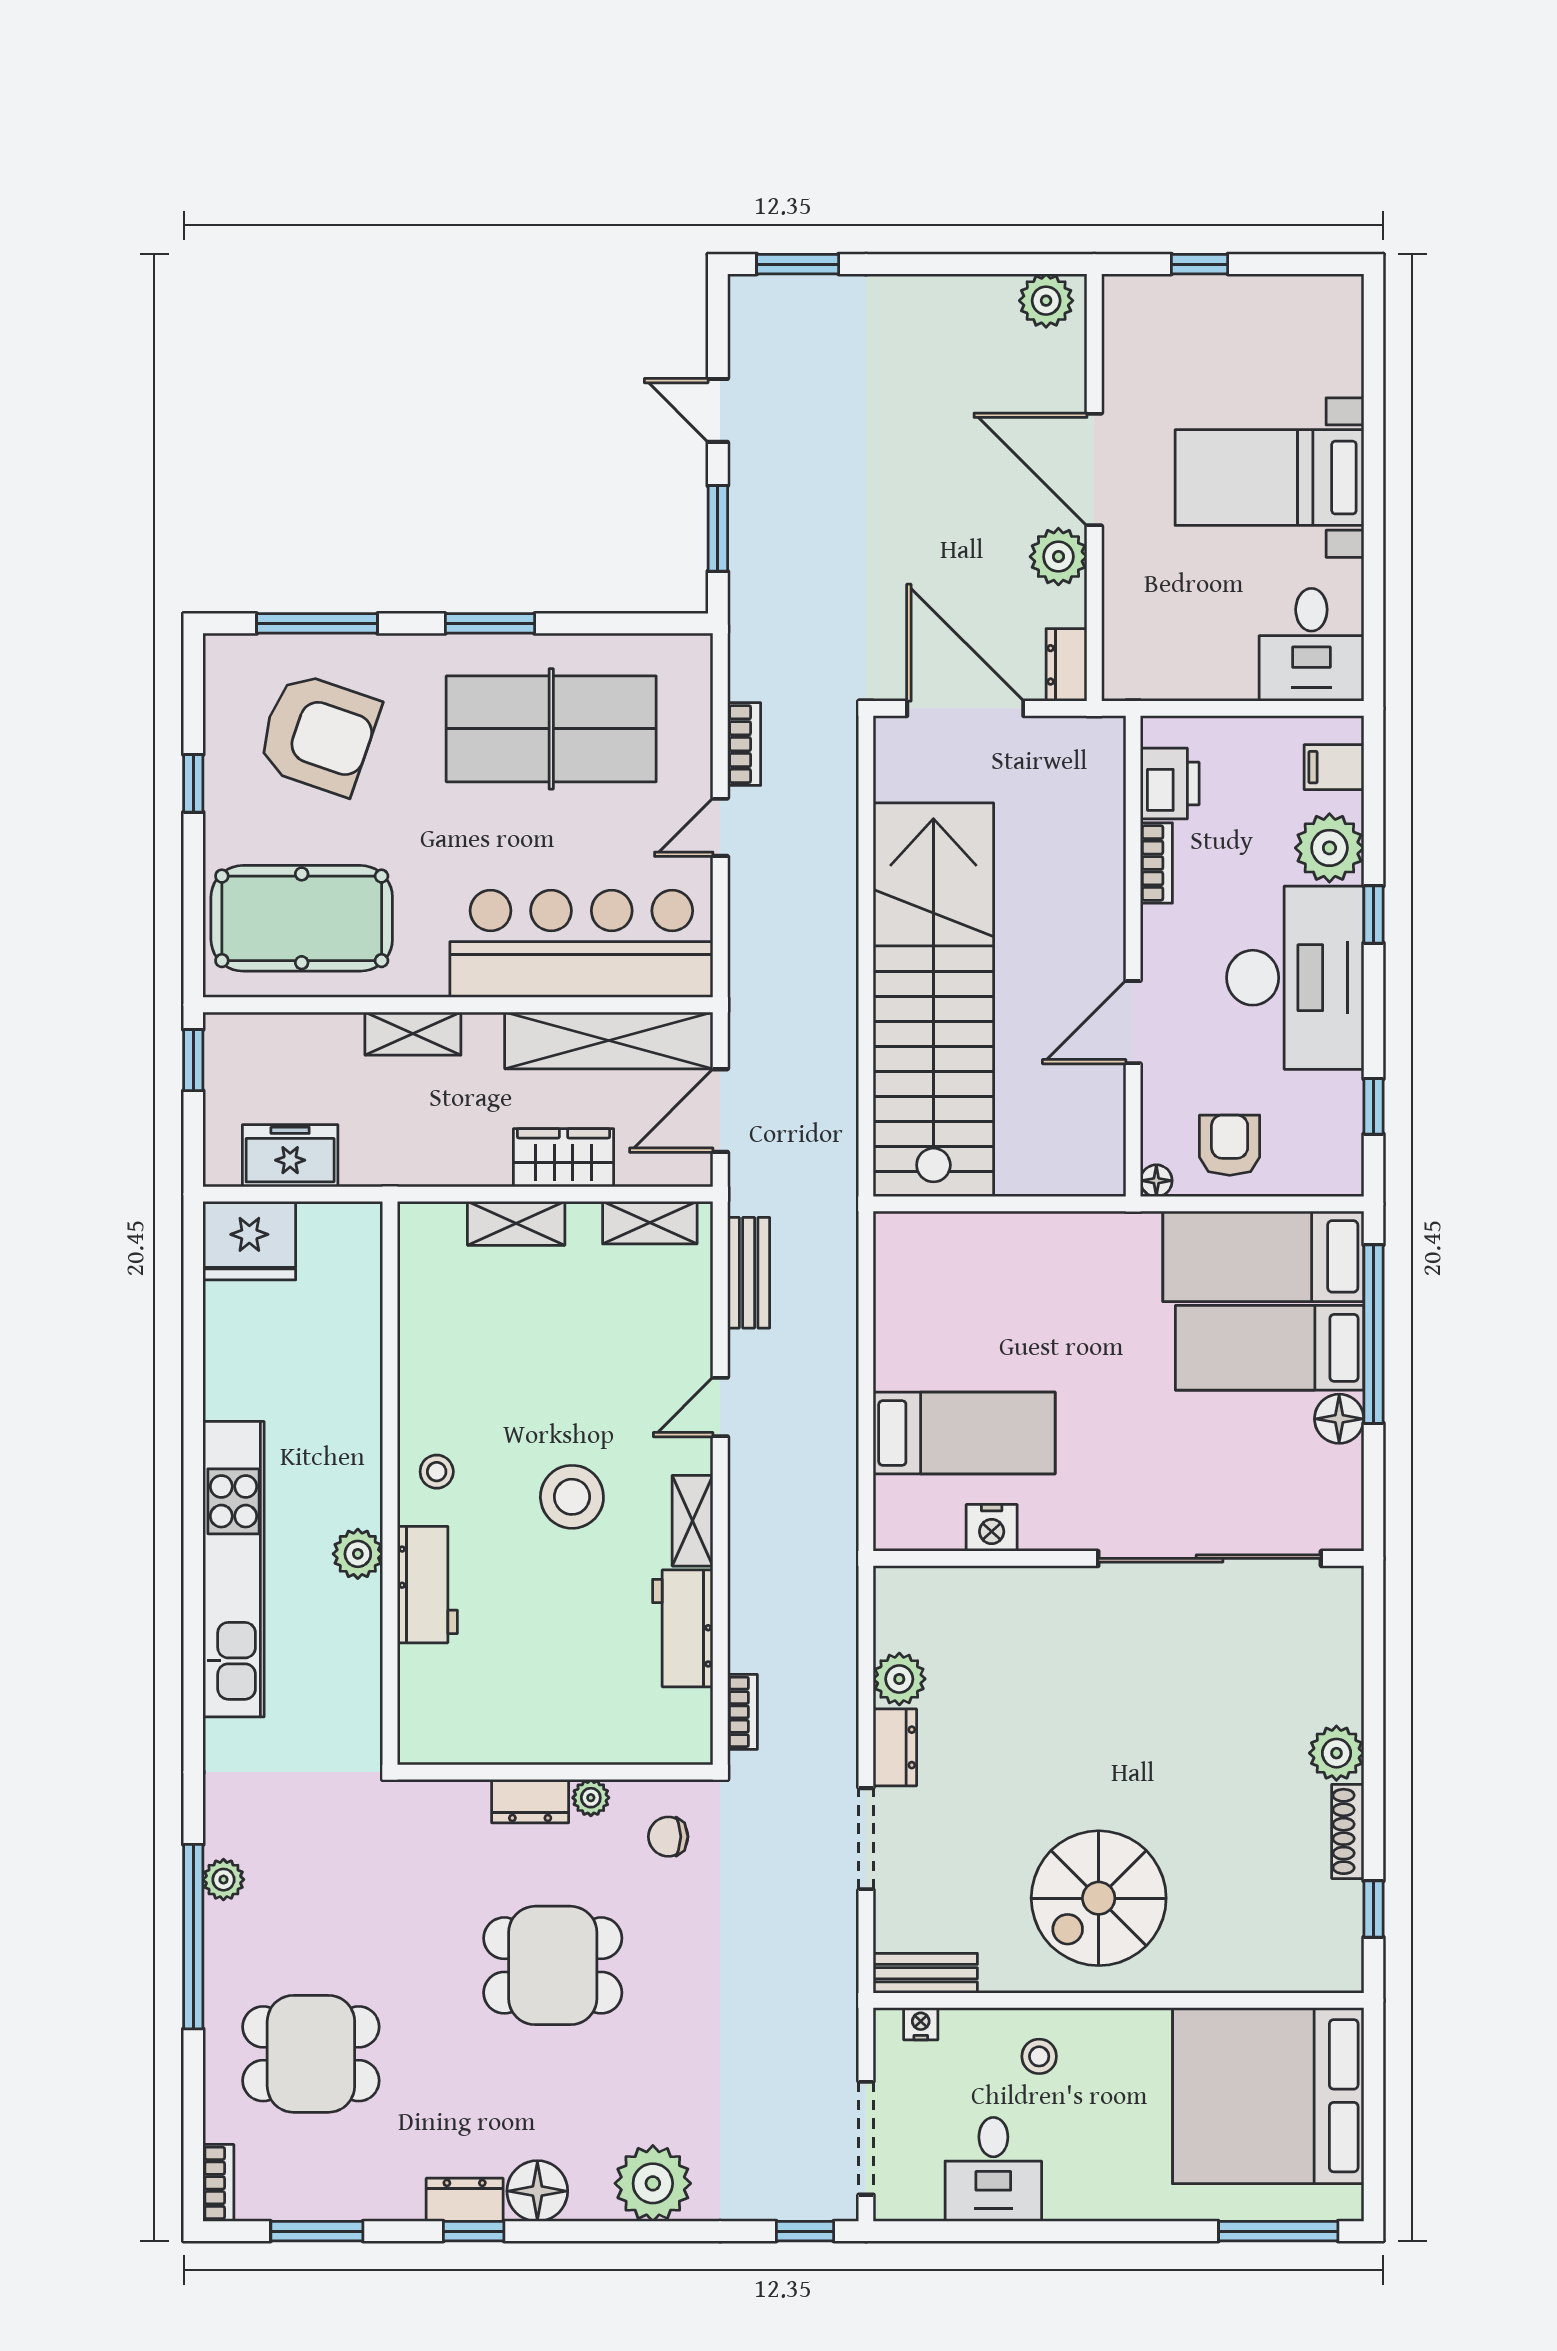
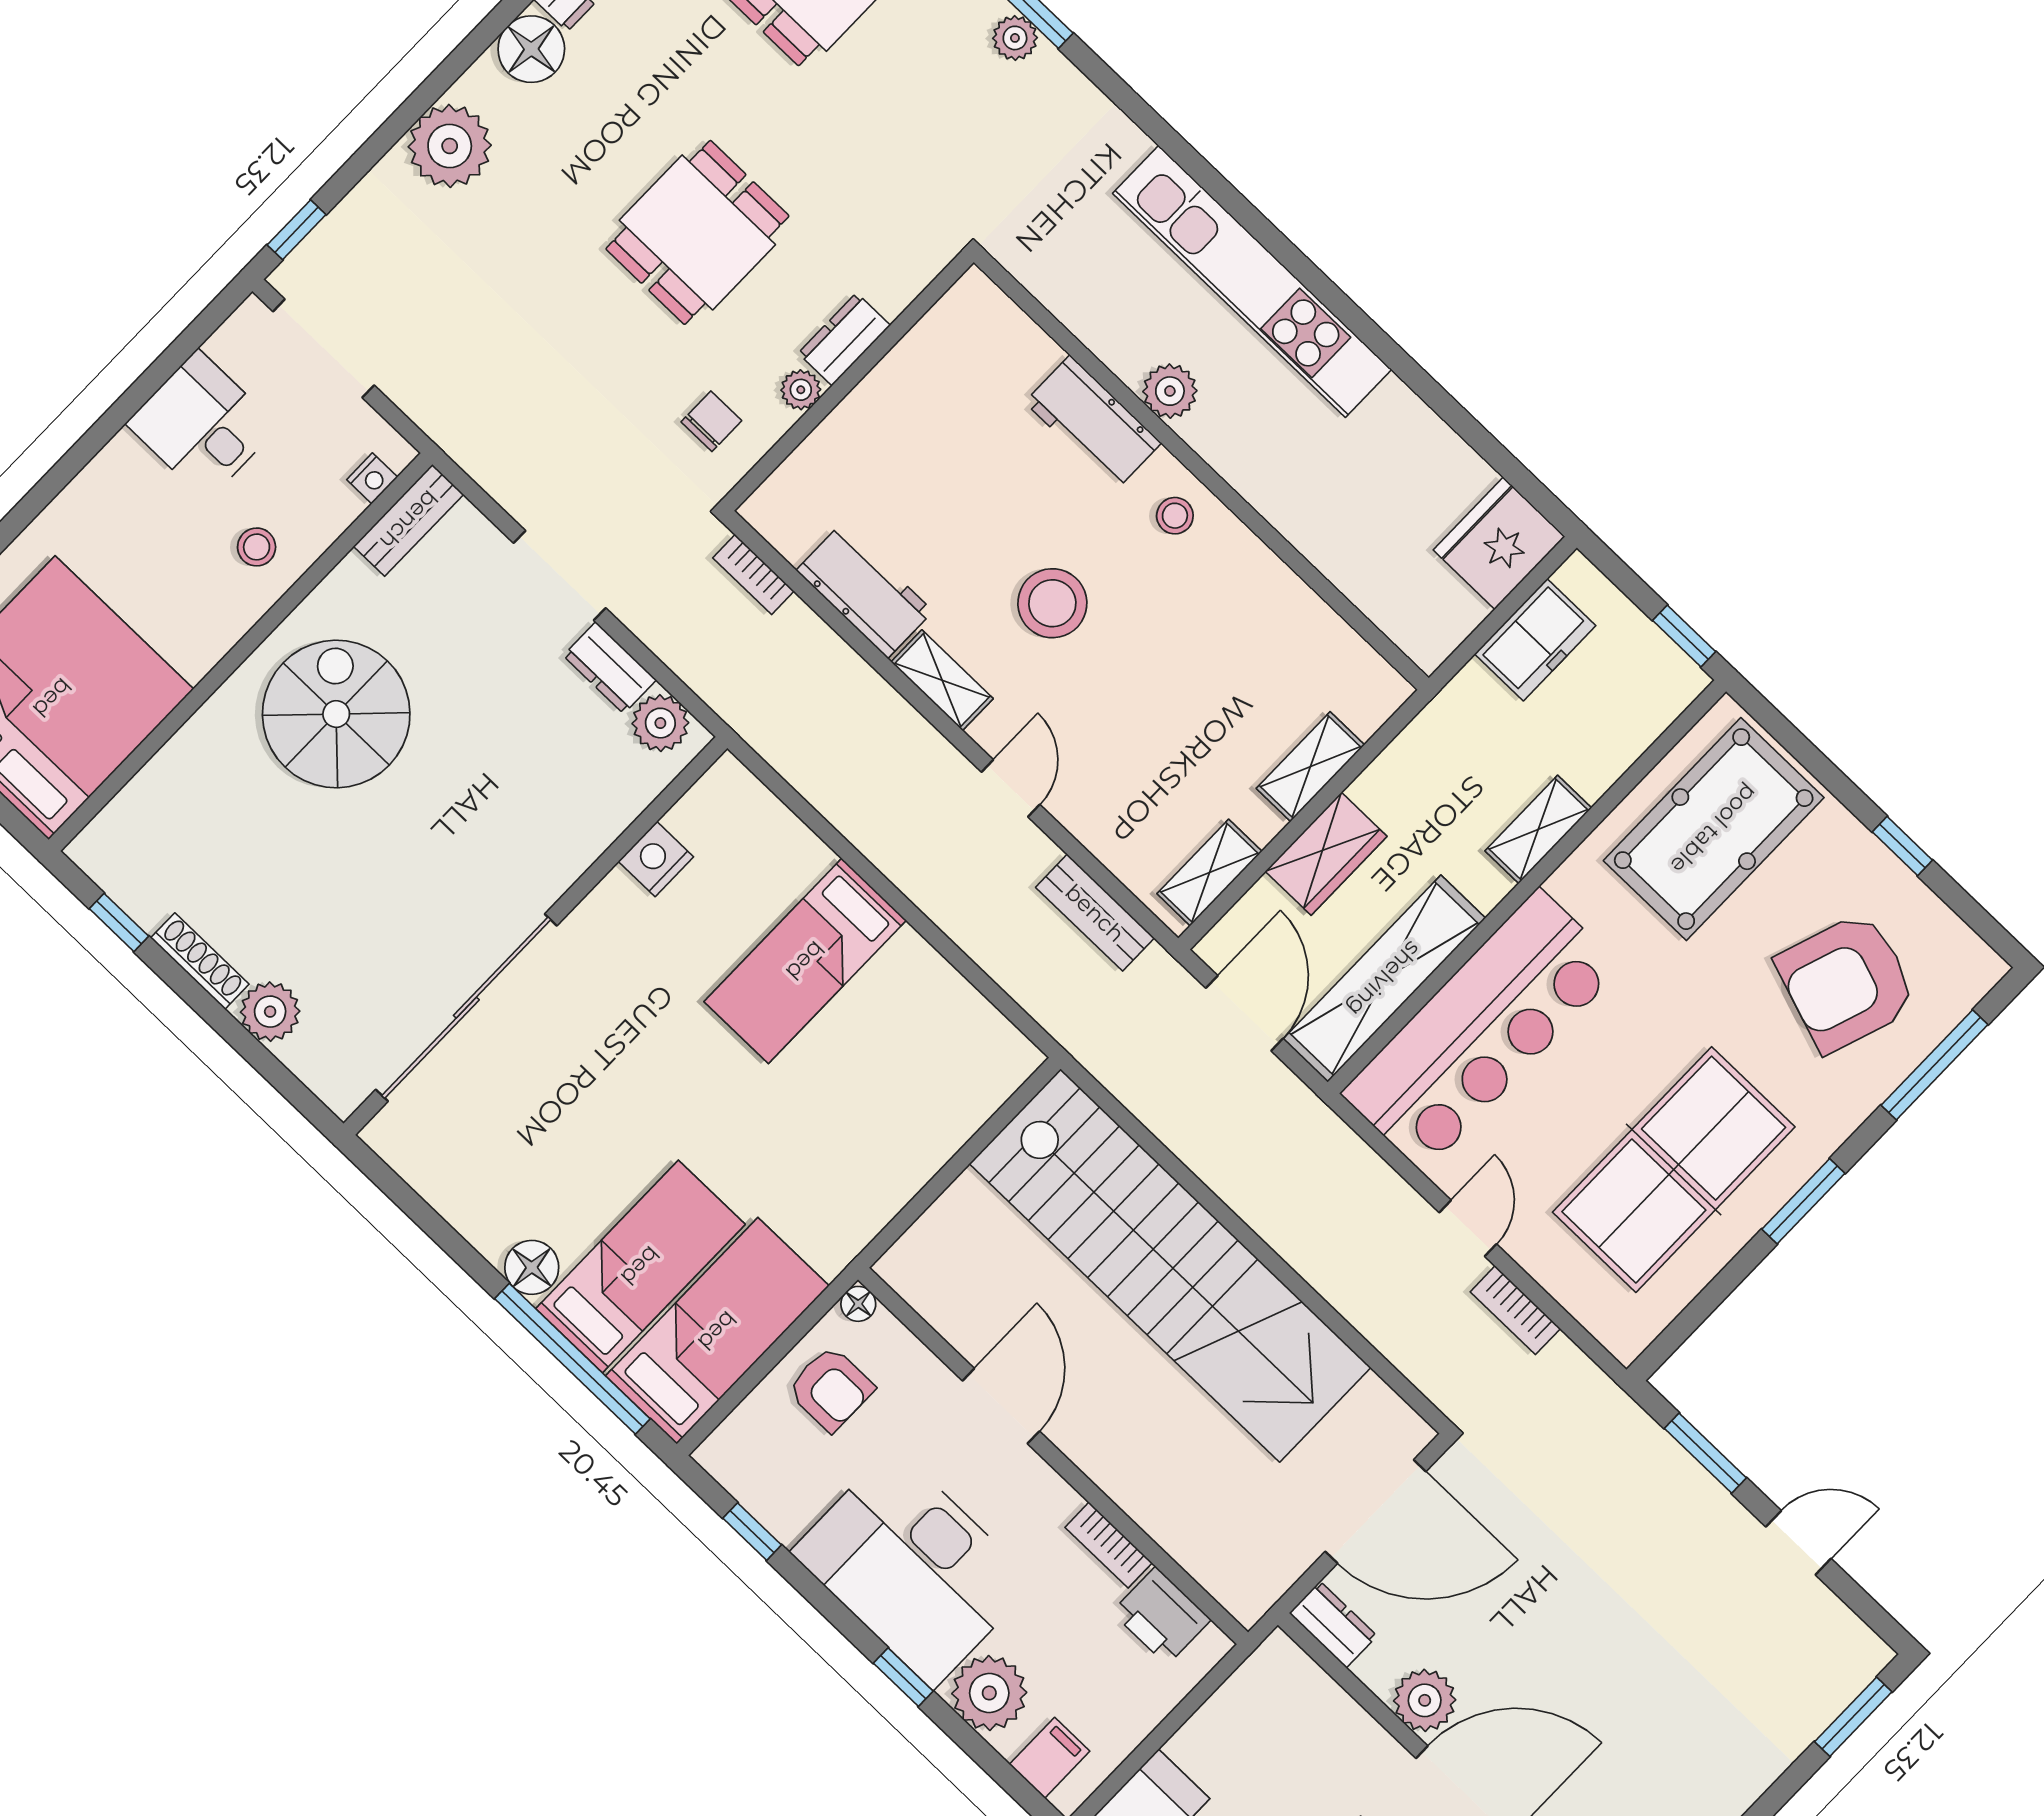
nightstand: (992, 1528) -> (656, 859), moved
wall: (1119, 1558) -> (535, 936), moved
sliding door: (1210, 1558) -> (466, 1008), moved

